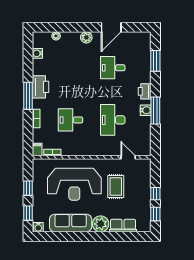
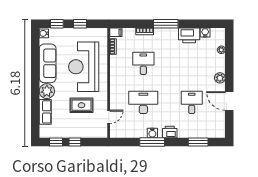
printer: (40, 87) -> (189, 35), moved

